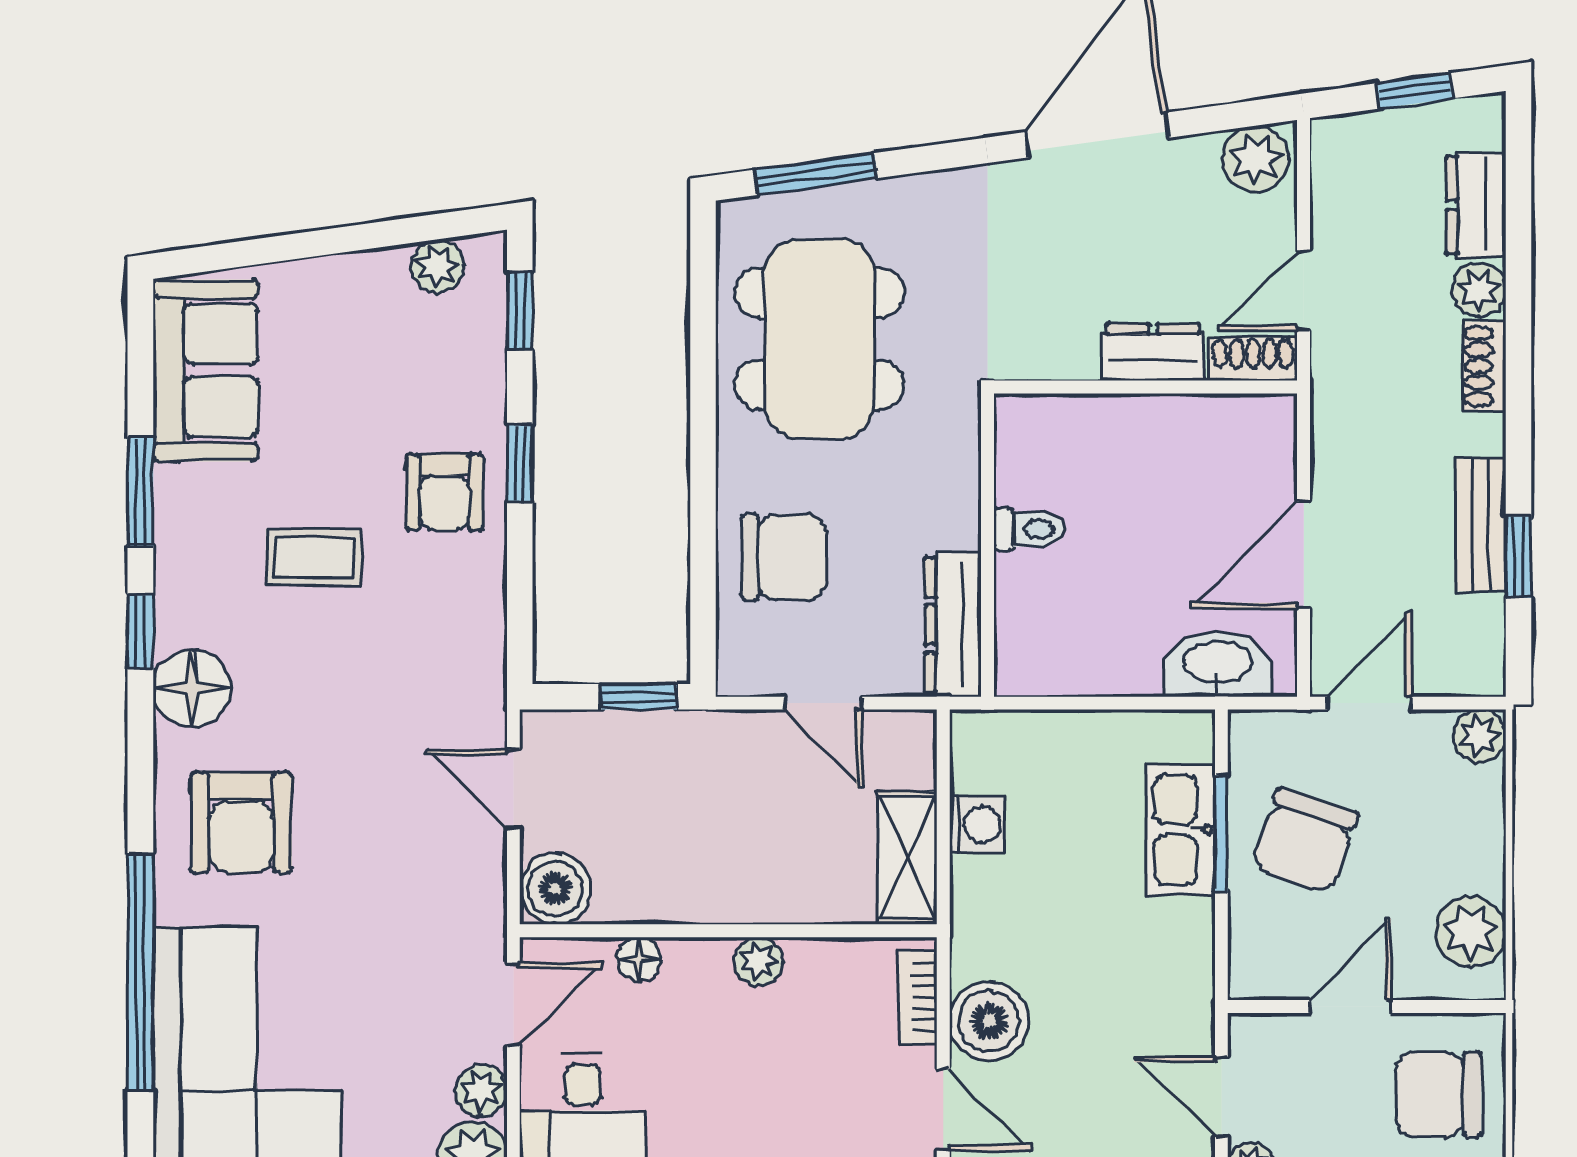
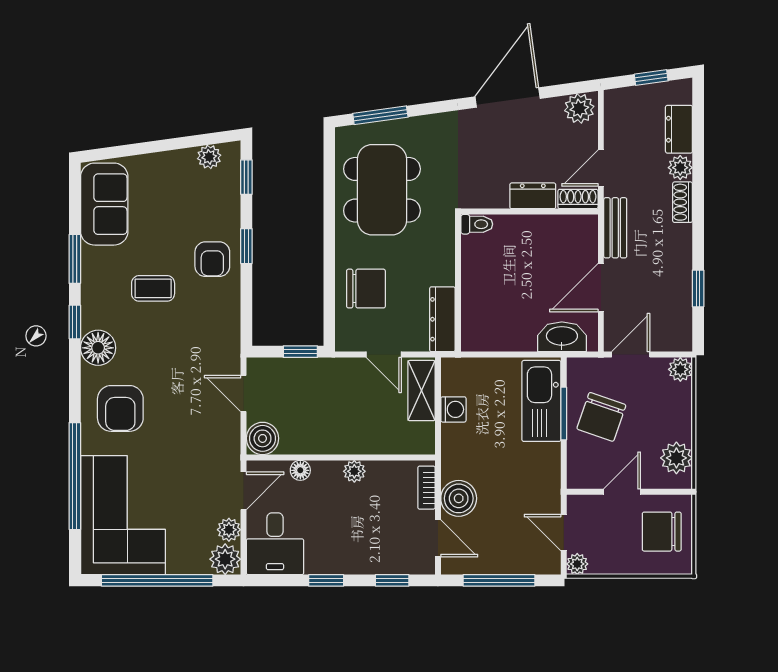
bench: (1480, 525) -> (615, 228), moved
toilet: (1029, 529) -> (477, 224), moved
kitchen sink: (1180, 830) -> (541, 401), width x1.36, depth x1.24
shelving: (907, 858) -> (422, 391), moved

